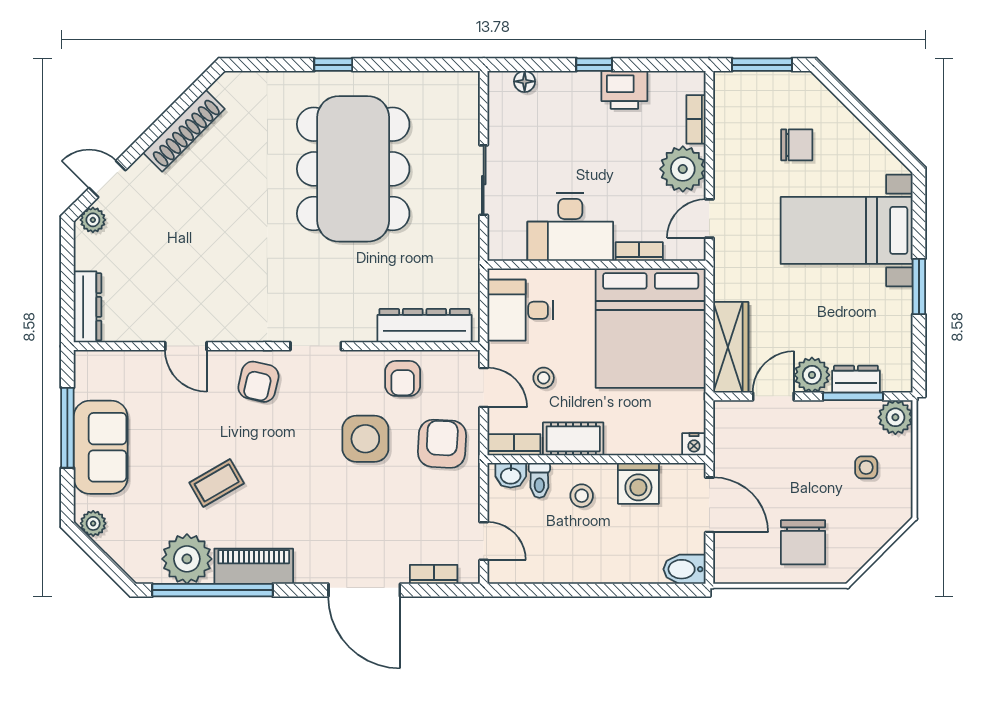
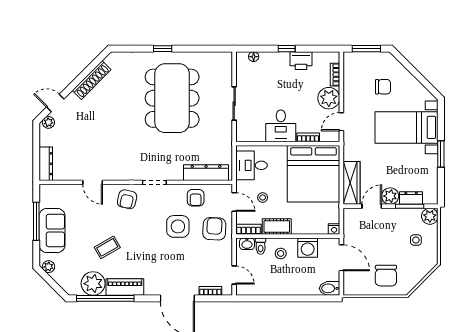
desk: (570, 227) -> (281, 126), width x0.73

